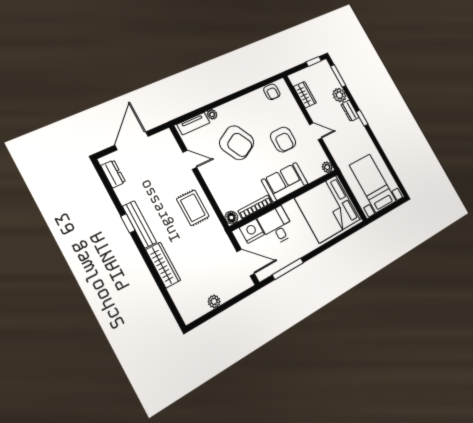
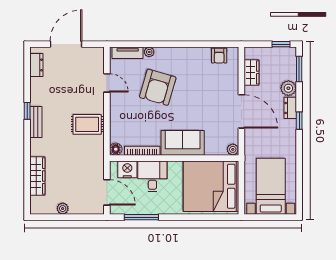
door: (316, 131) -> (241, 111), width x1.88
armchair: (283, 140) -> (204, 104), removed
armchair: (237, 143) -> (158, 87), turned 44
rug: (193, 208) -> (87, 124), turned 90
bench: (139, 224) -> (36, 122), width x0.73
wardrobe: (163, 265) -> (37, 176), moved

